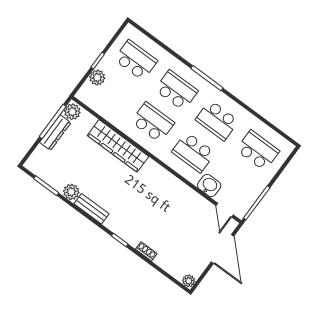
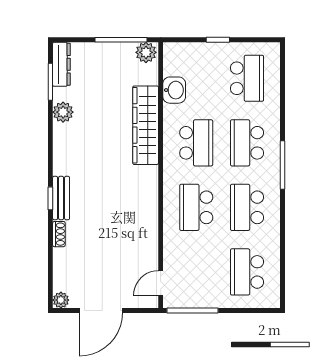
plant: (97, 78) -> (200, 52), removed
school desk: (176, 90) -> (247, 143), turned 180
dresser: (55, 132) -> (61, 64), moved, turned -90
school desk: (258, 150) -> (247, 272), turned 180
washbasin: (209, 185) -> (174, 90), moved
bench: (92, 209) -> (61, 198), moved
door: (223, 249) -> (101, 310), moved

